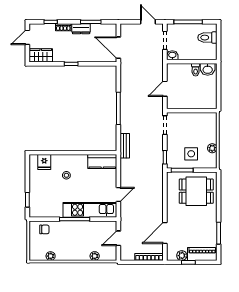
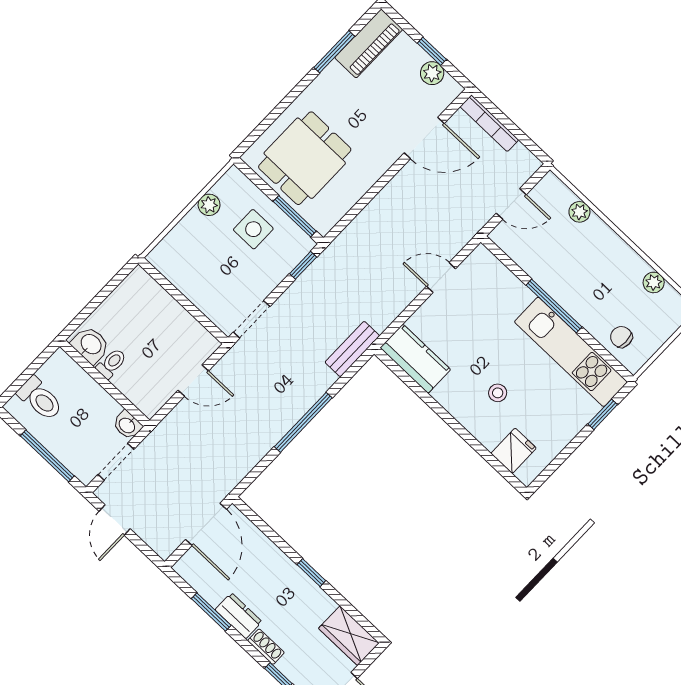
dining table: (196, 191) -> (305, 158), turned 90
kitchen unit: (90, 210) -> (571, 352), moved
piano: (202, 254) -> (369, 44), moved, turned -90

